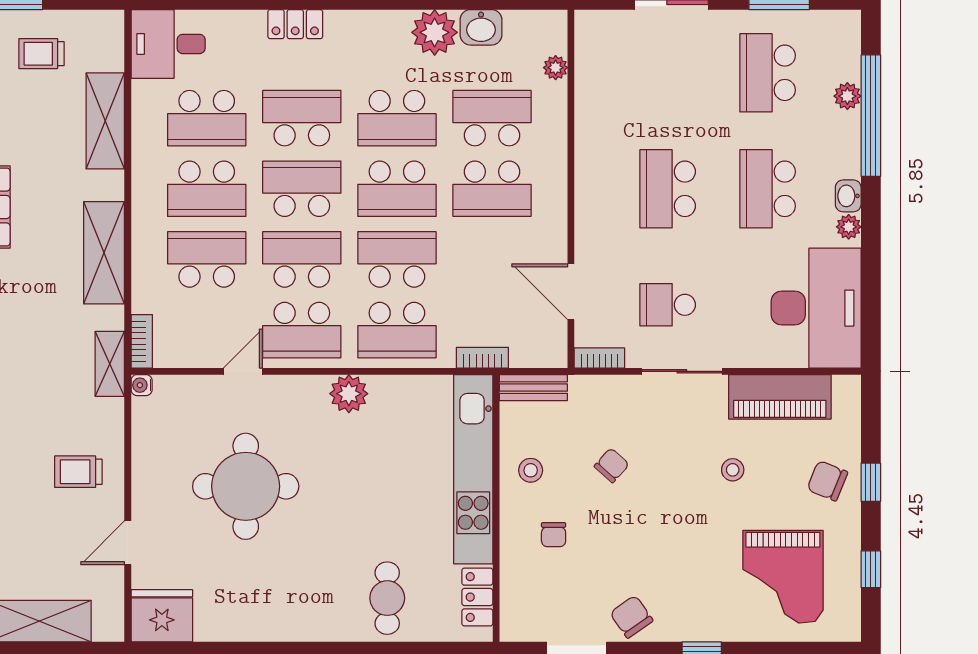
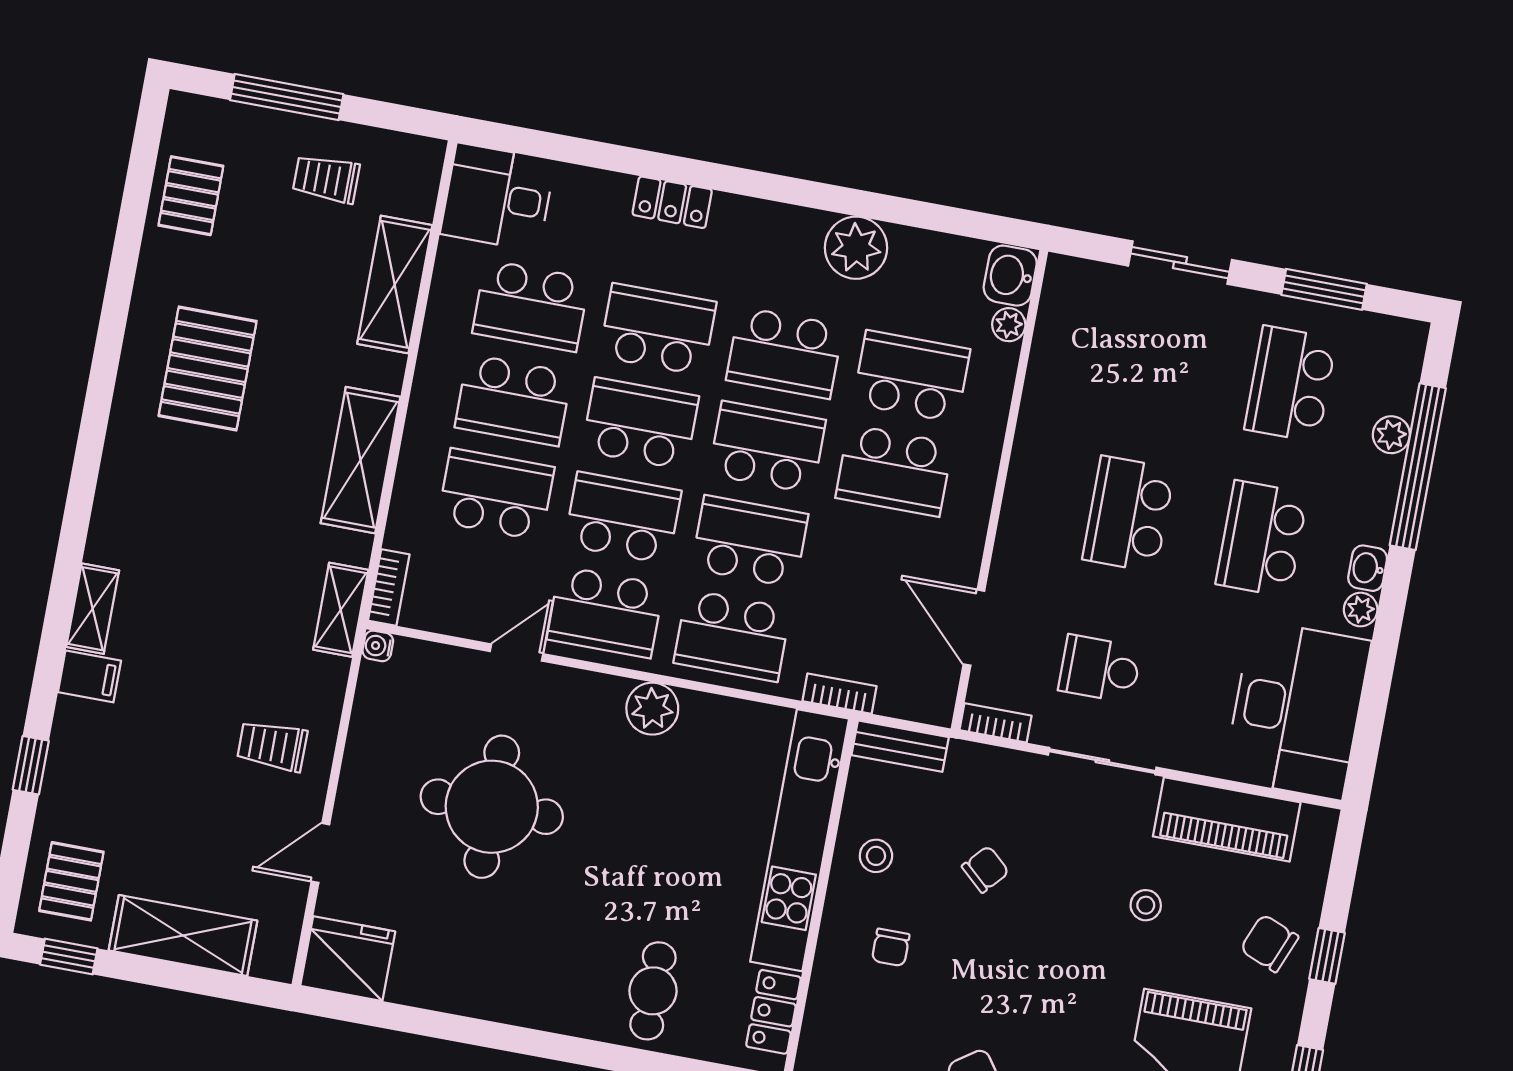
washbasin: (481, 27) -> (1010, 276), moved, turned 90
school desk: (397, 189) -> (767, 447), turned 180

